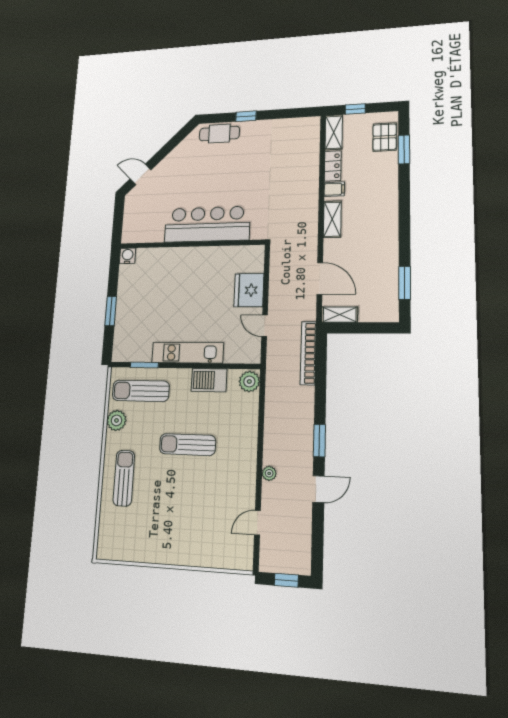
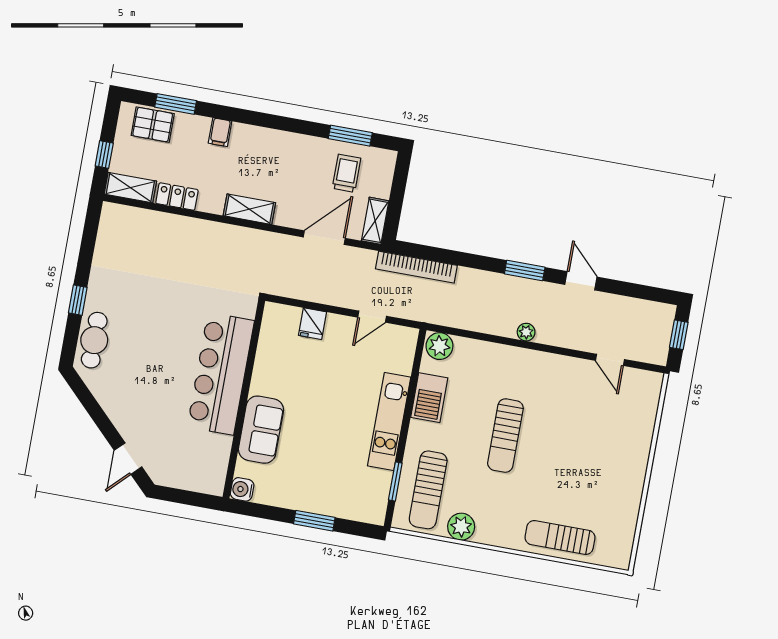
filing cabinet: (334, 189) -> (220, 132), moved, turned 180
sofa: (171, 261) -> (261, 430), added
trolley: (374, 286) -> (347, 173), added
fridge: (249, 290) -> (312, 324), width x0.53, depth x0.75
plant: (269, 473) -> (526, 332), moved
sun lounger: (124, 478) -> (560, 537), moved

